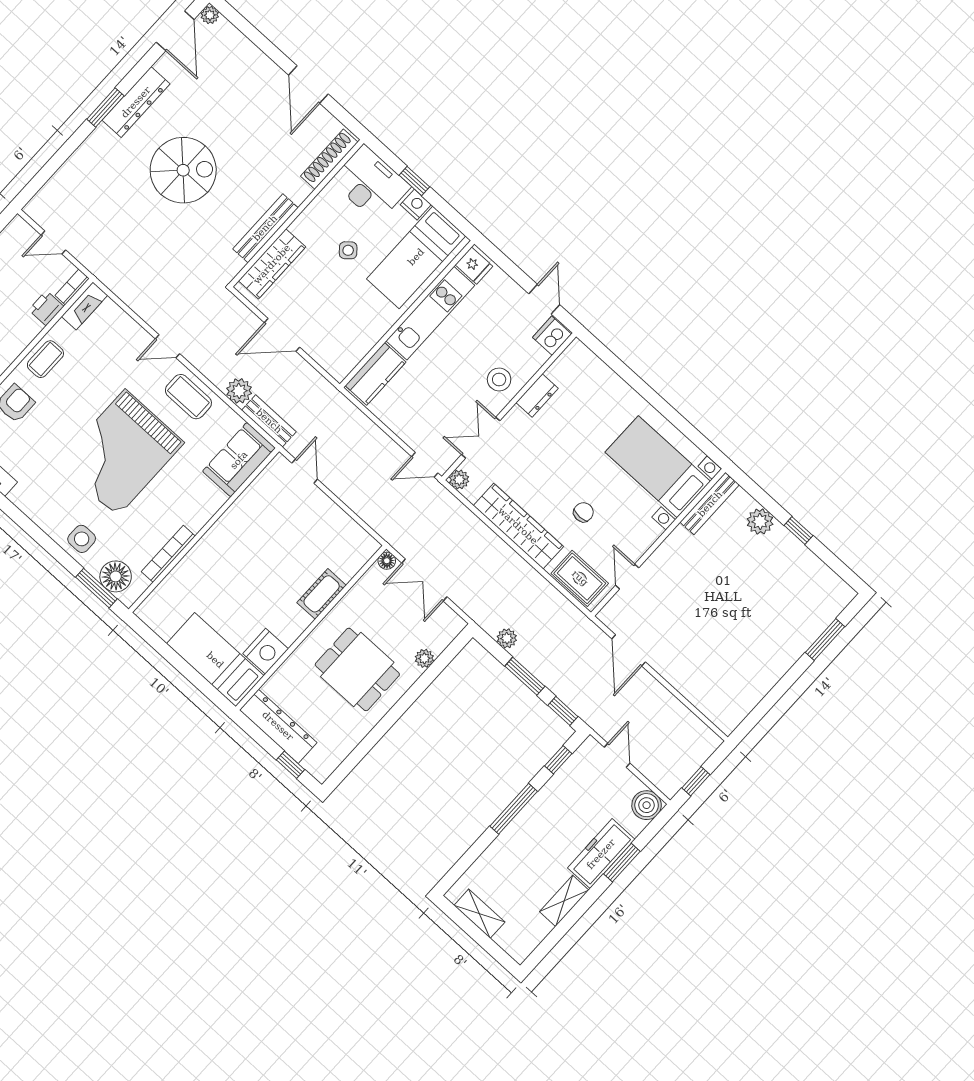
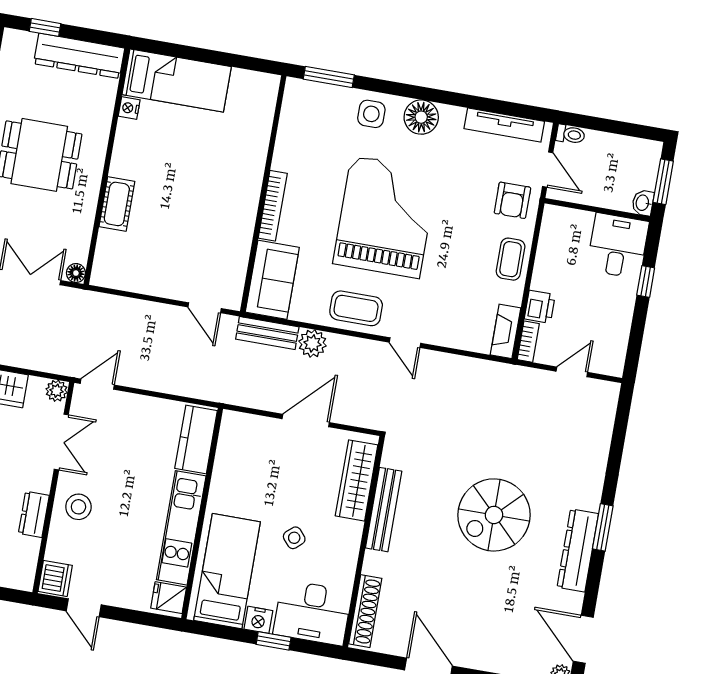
door: (168, 346) -> (405, 343), swing flipped
bookcase: (168, 554) -> (273, 206), moved
floor lamp: (116, 576) -> (421, 117), moved
nightstand: (266, 651) -> (129, 108), width x0.53, depth x0.56

